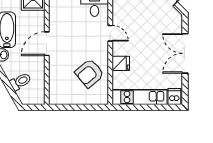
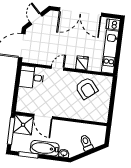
door: (47, 44) -> (43, 117), moved
double door: (185, 53) -> (80, 12), width x1.36

